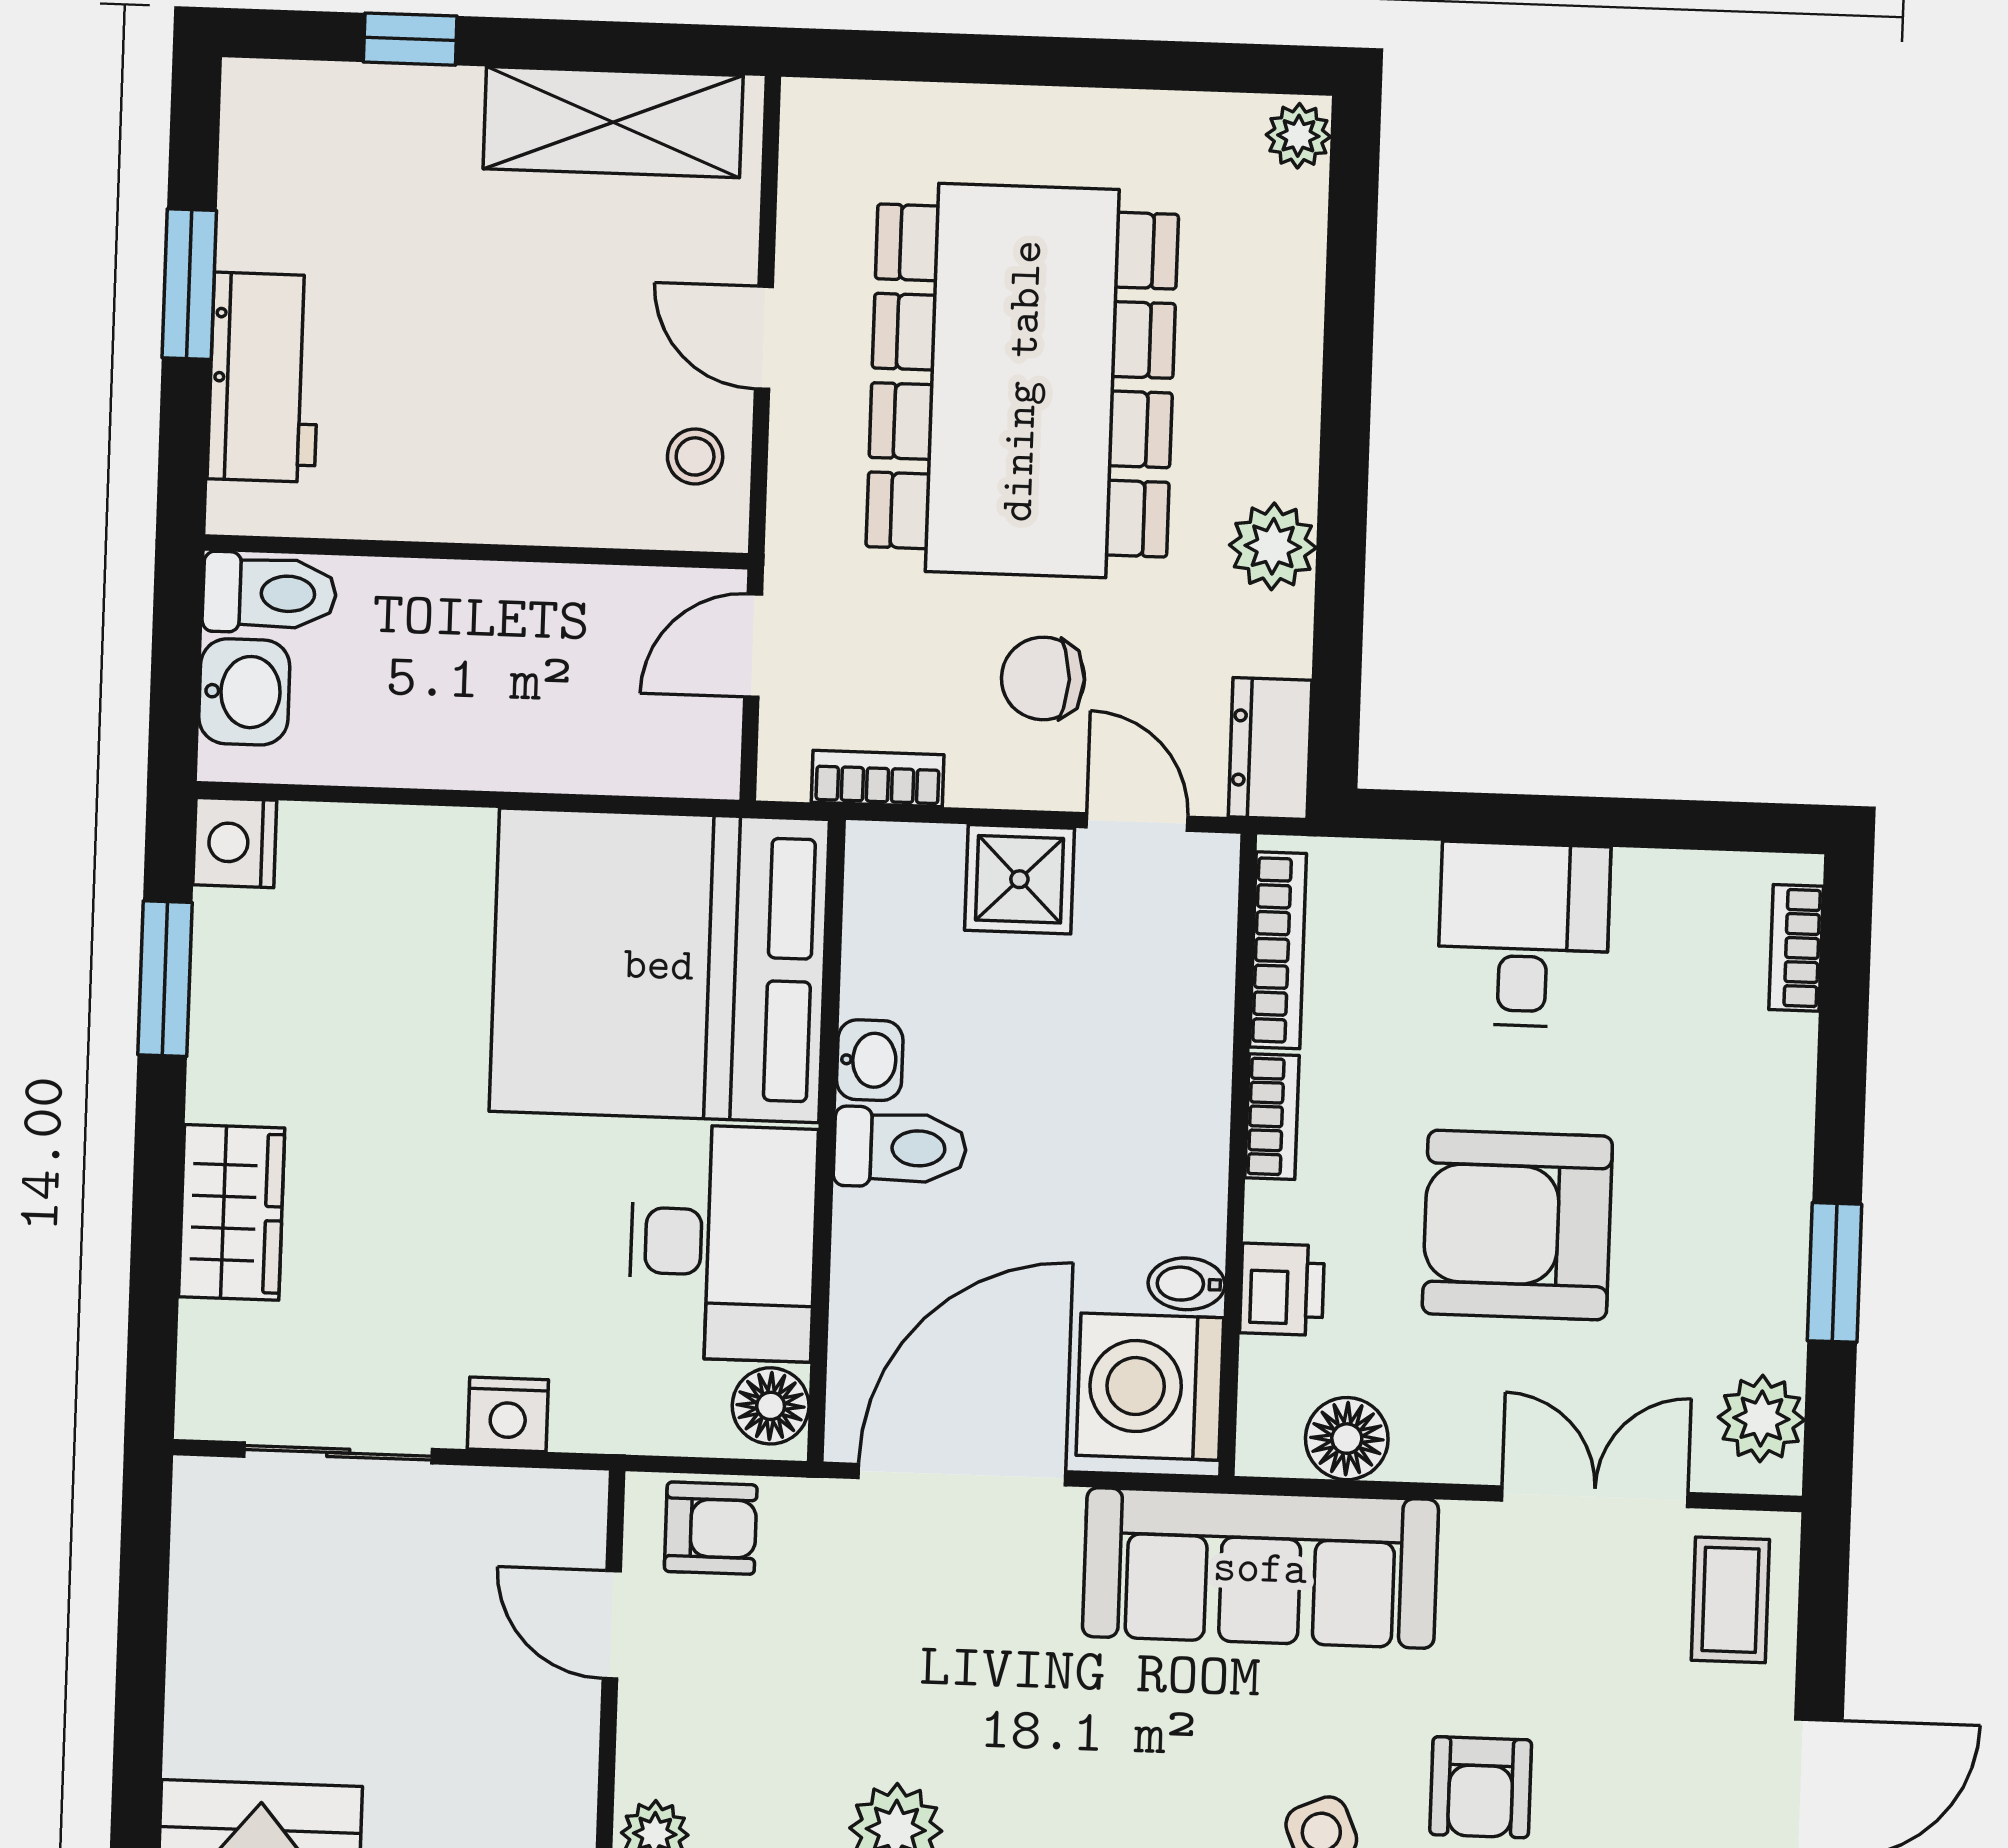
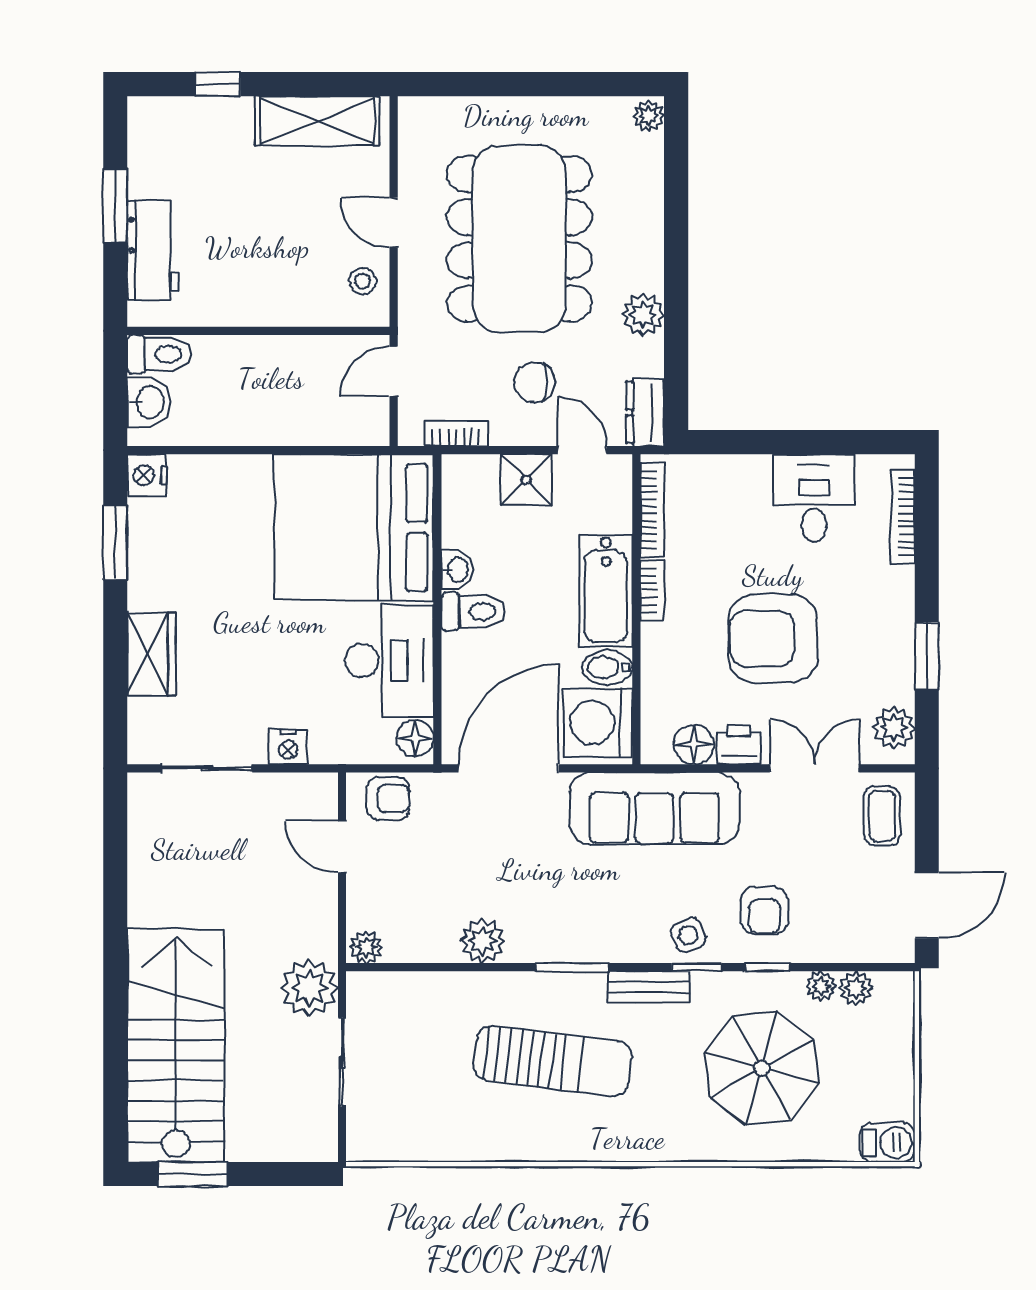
desk: (1524, 935) -> (814, 498), moved
bookcase: (1796, 948) -> (903, 517), width x1.56
bathtub: (1176, 1114) -> (606, 591), added
bidet: (1187, 1284) -> (607, 668), width x1.38, depth x1.36
printer: (1282, 1289) -> (739, 745), moved, turned -90

